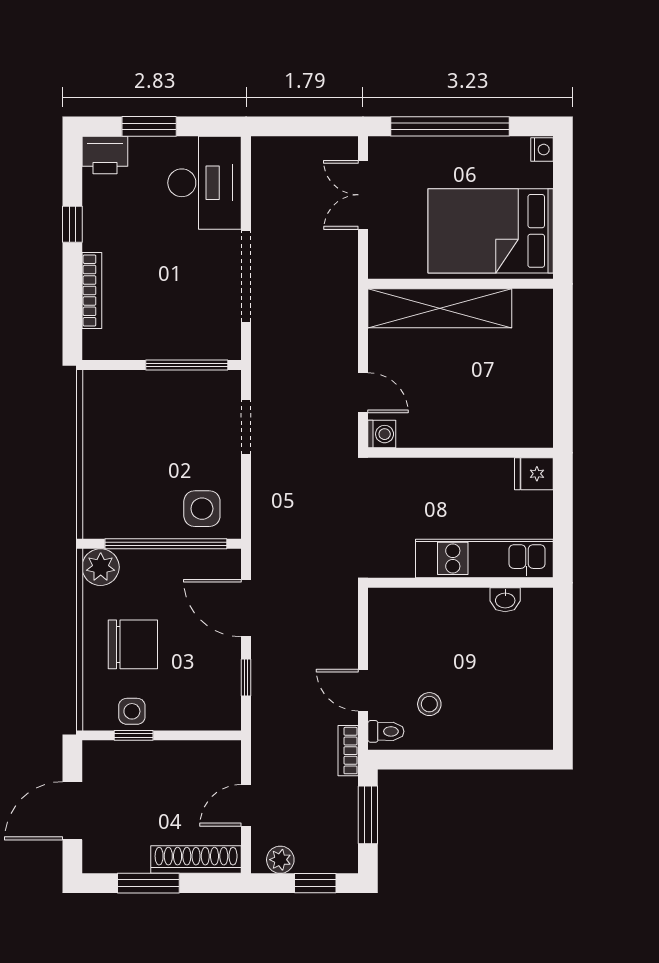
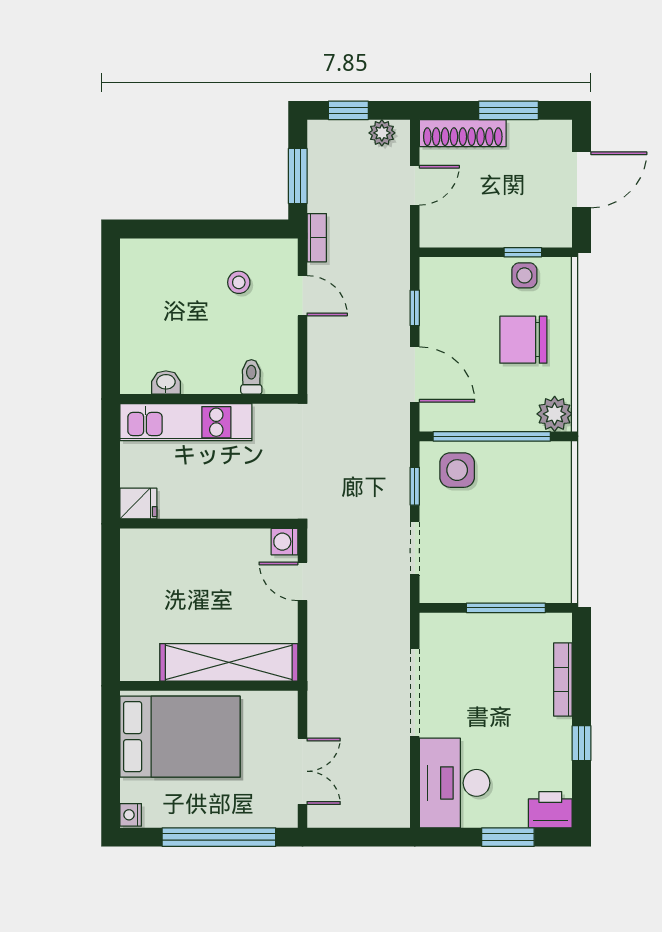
window: (187, 365) -> (506, 608), moved
window: (246, 492) -> (415, 486), added
toilet: (386, 731) -> (251, 377), moved, turned 90

